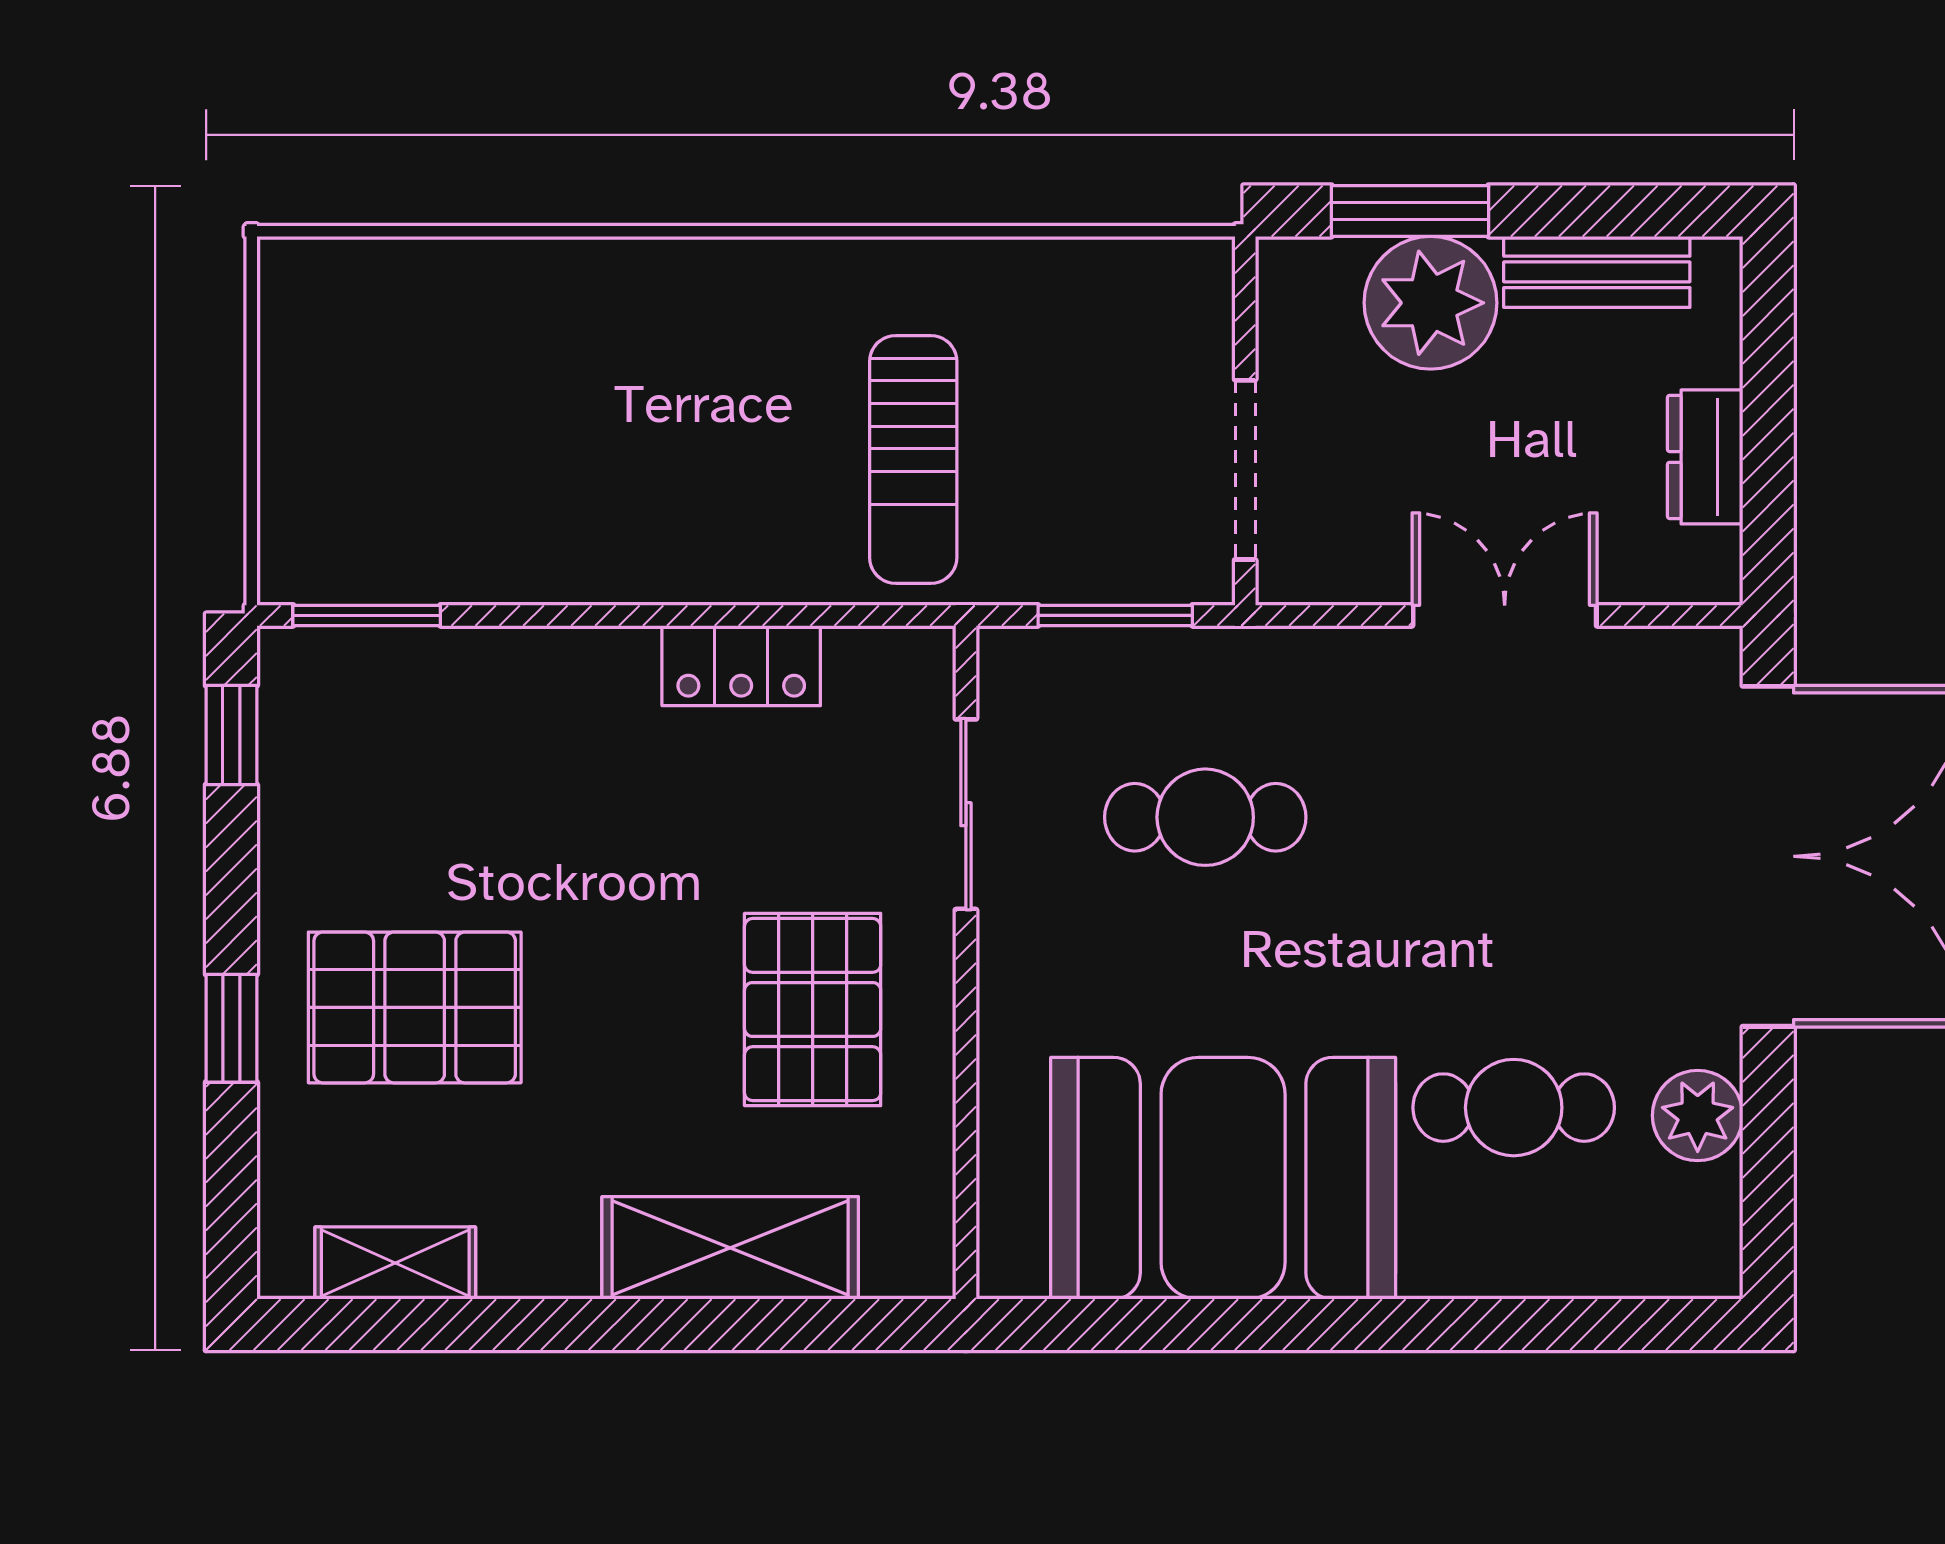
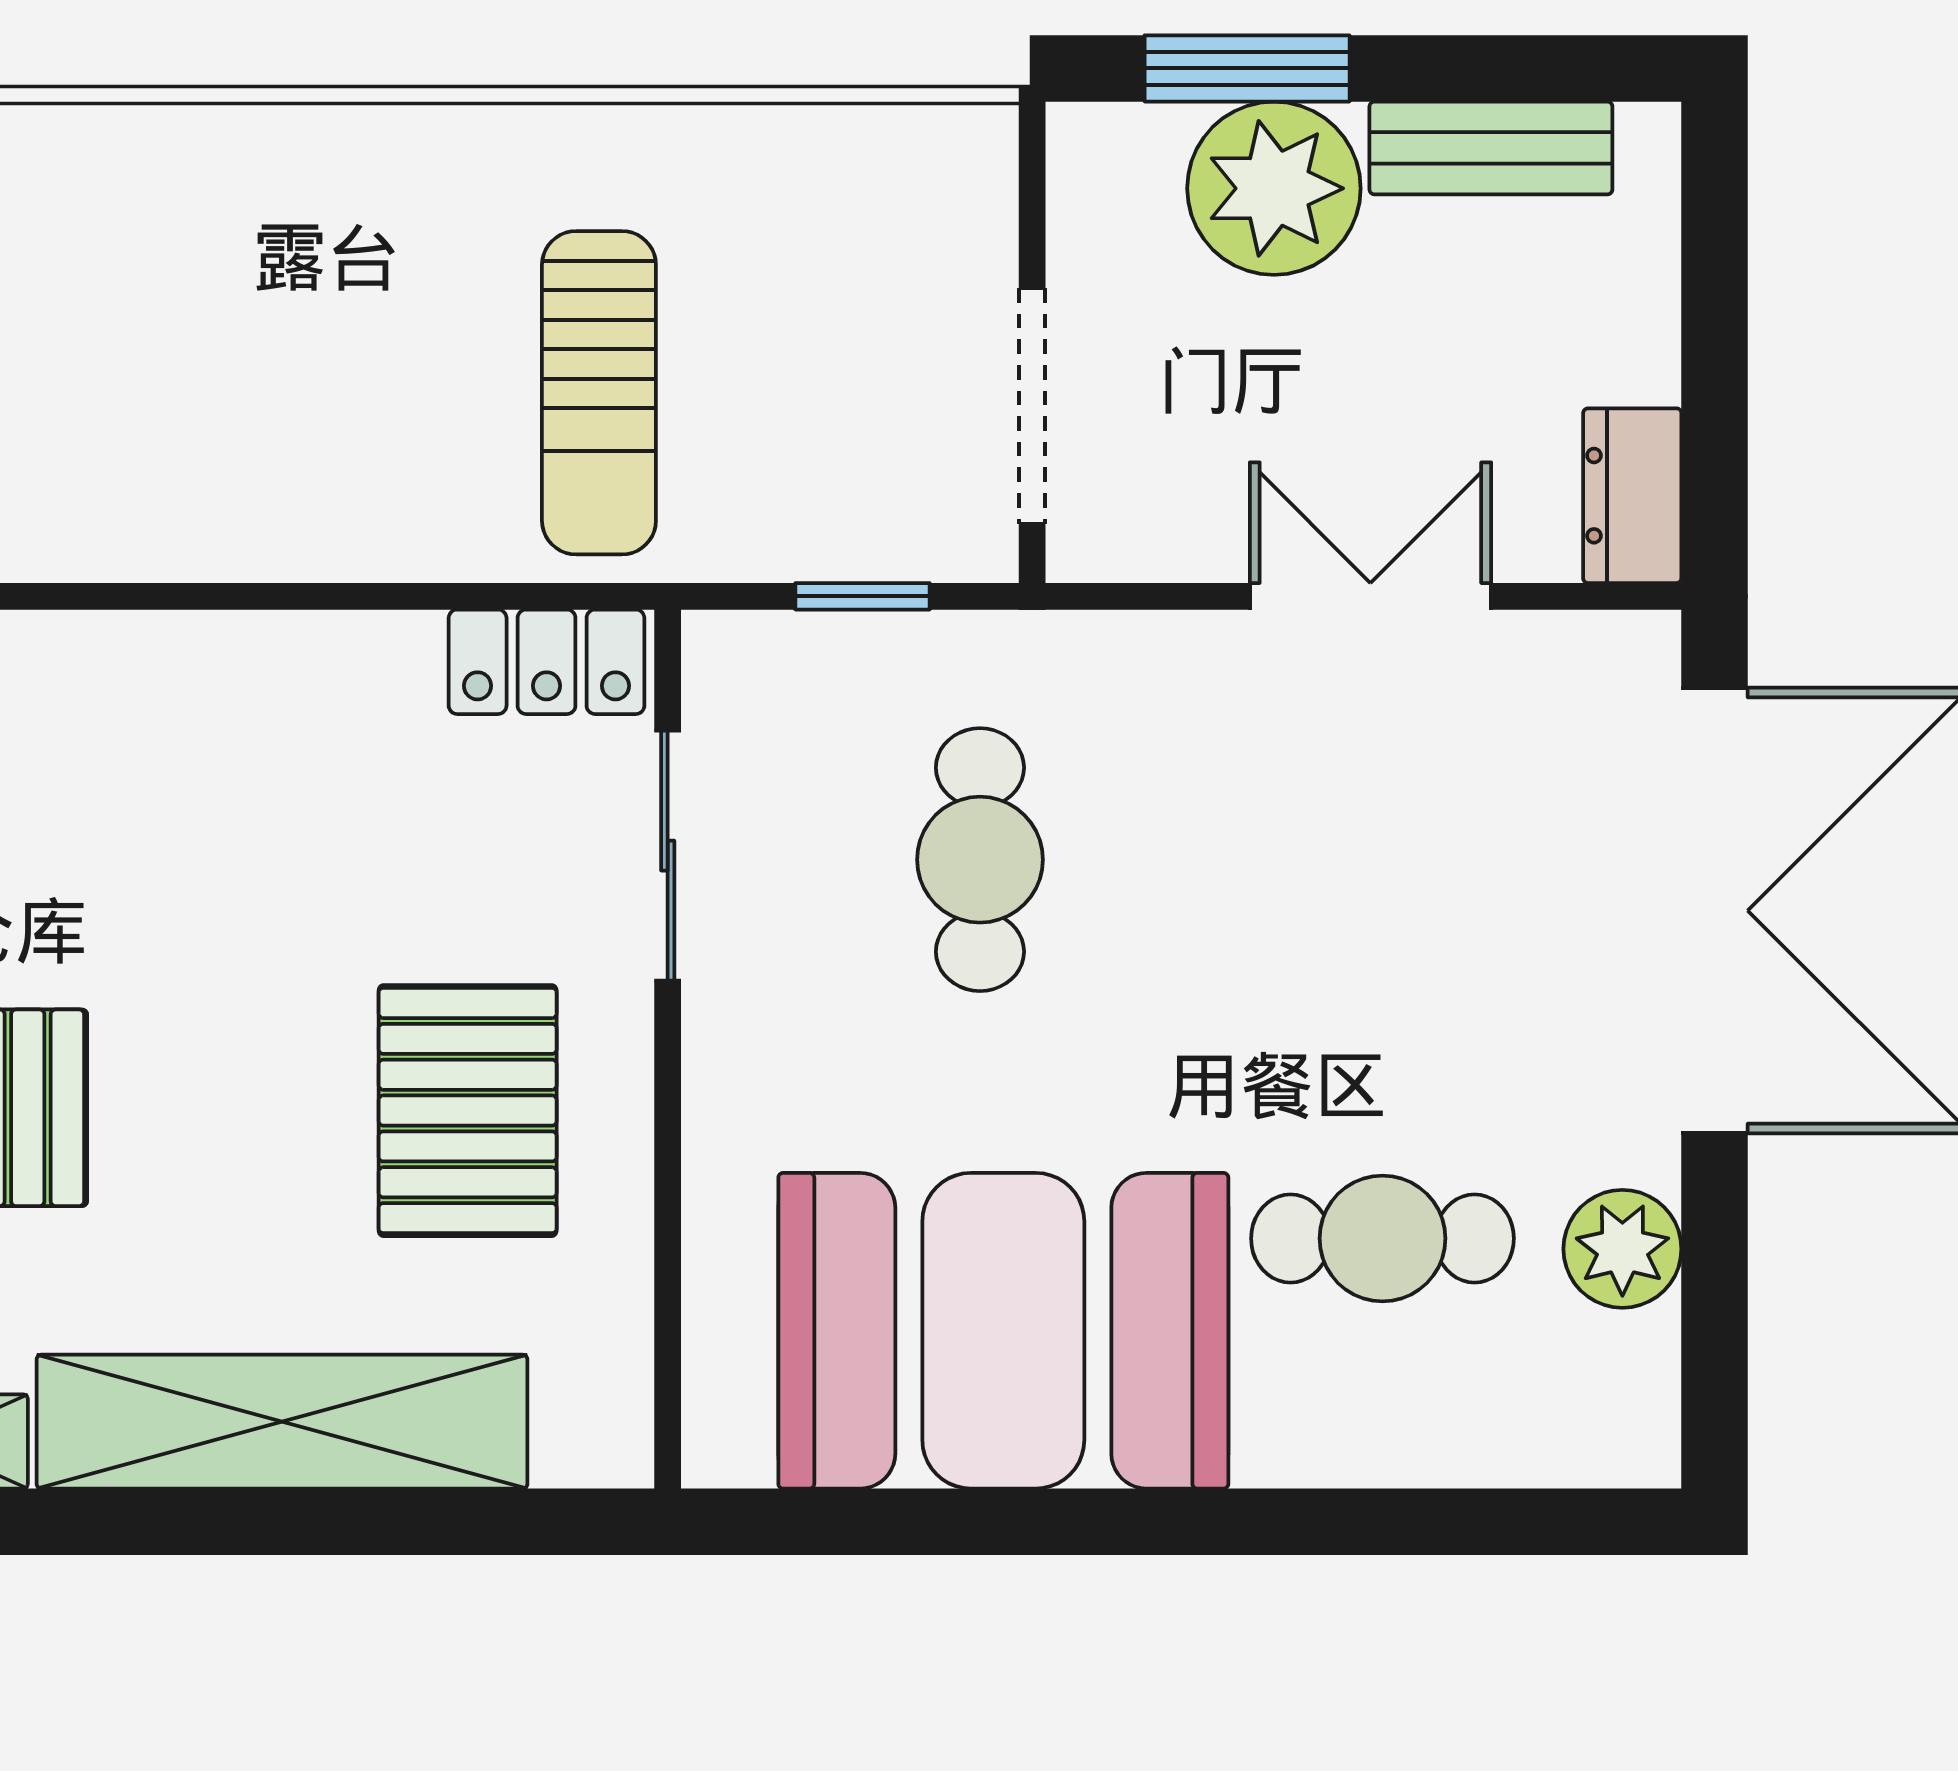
dresser: (1705, 457) -> (1632, 496), moved
window: (1115, 615) -> (863, 596), width x0.67
locker: (741, 666) -> (547, 662), moved
cafe table: (1205, 817) -> (980, 860), turned 90
shelving: (730, 1248) -> (282, 1422), width x1.47

